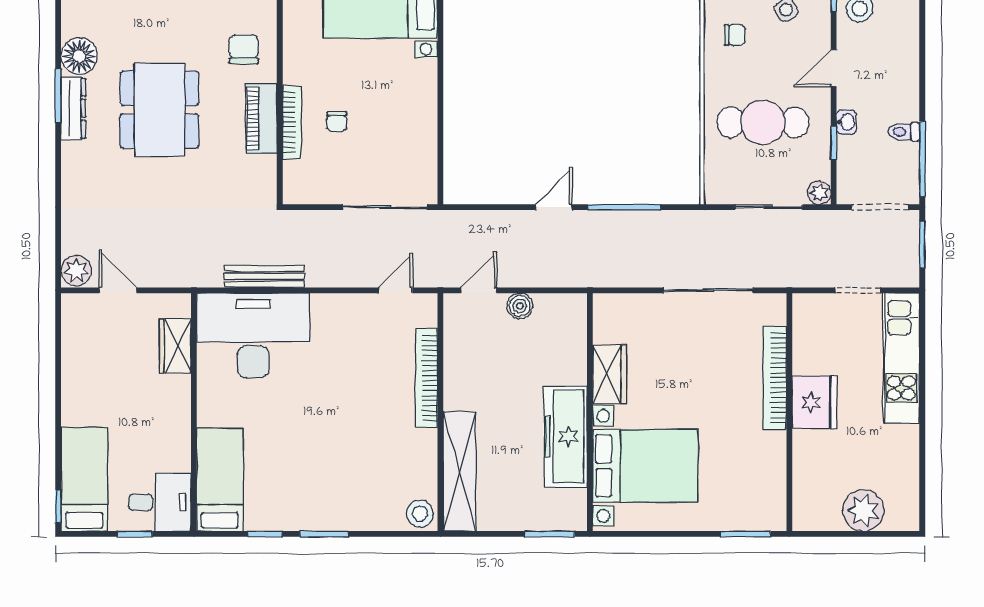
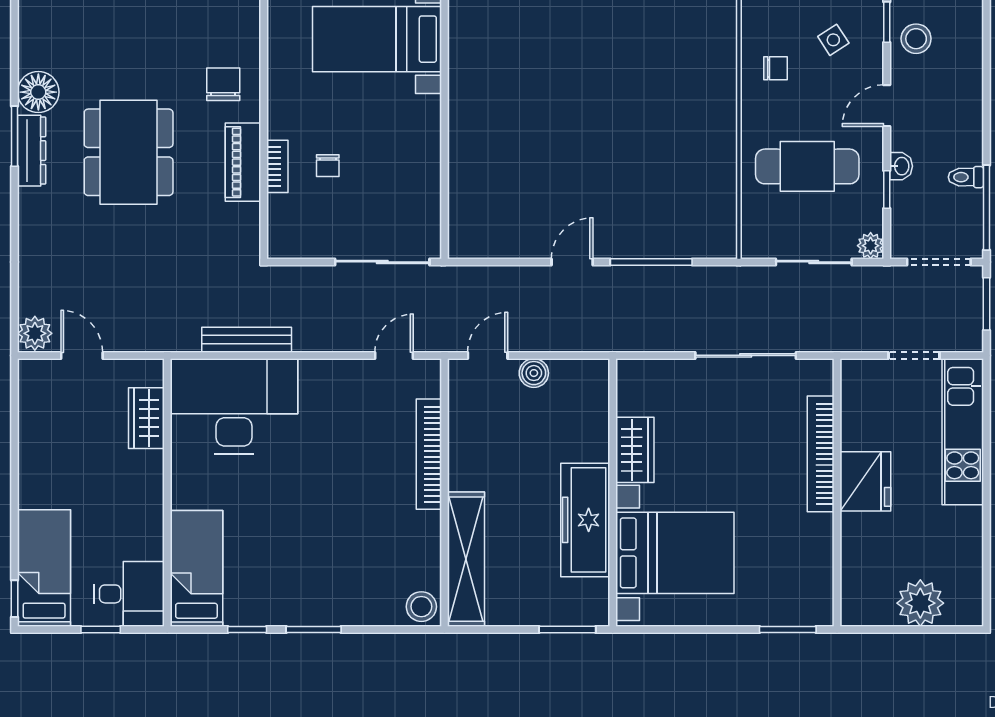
bookcase: (292, 122) -> (277, 166), width x0.64

